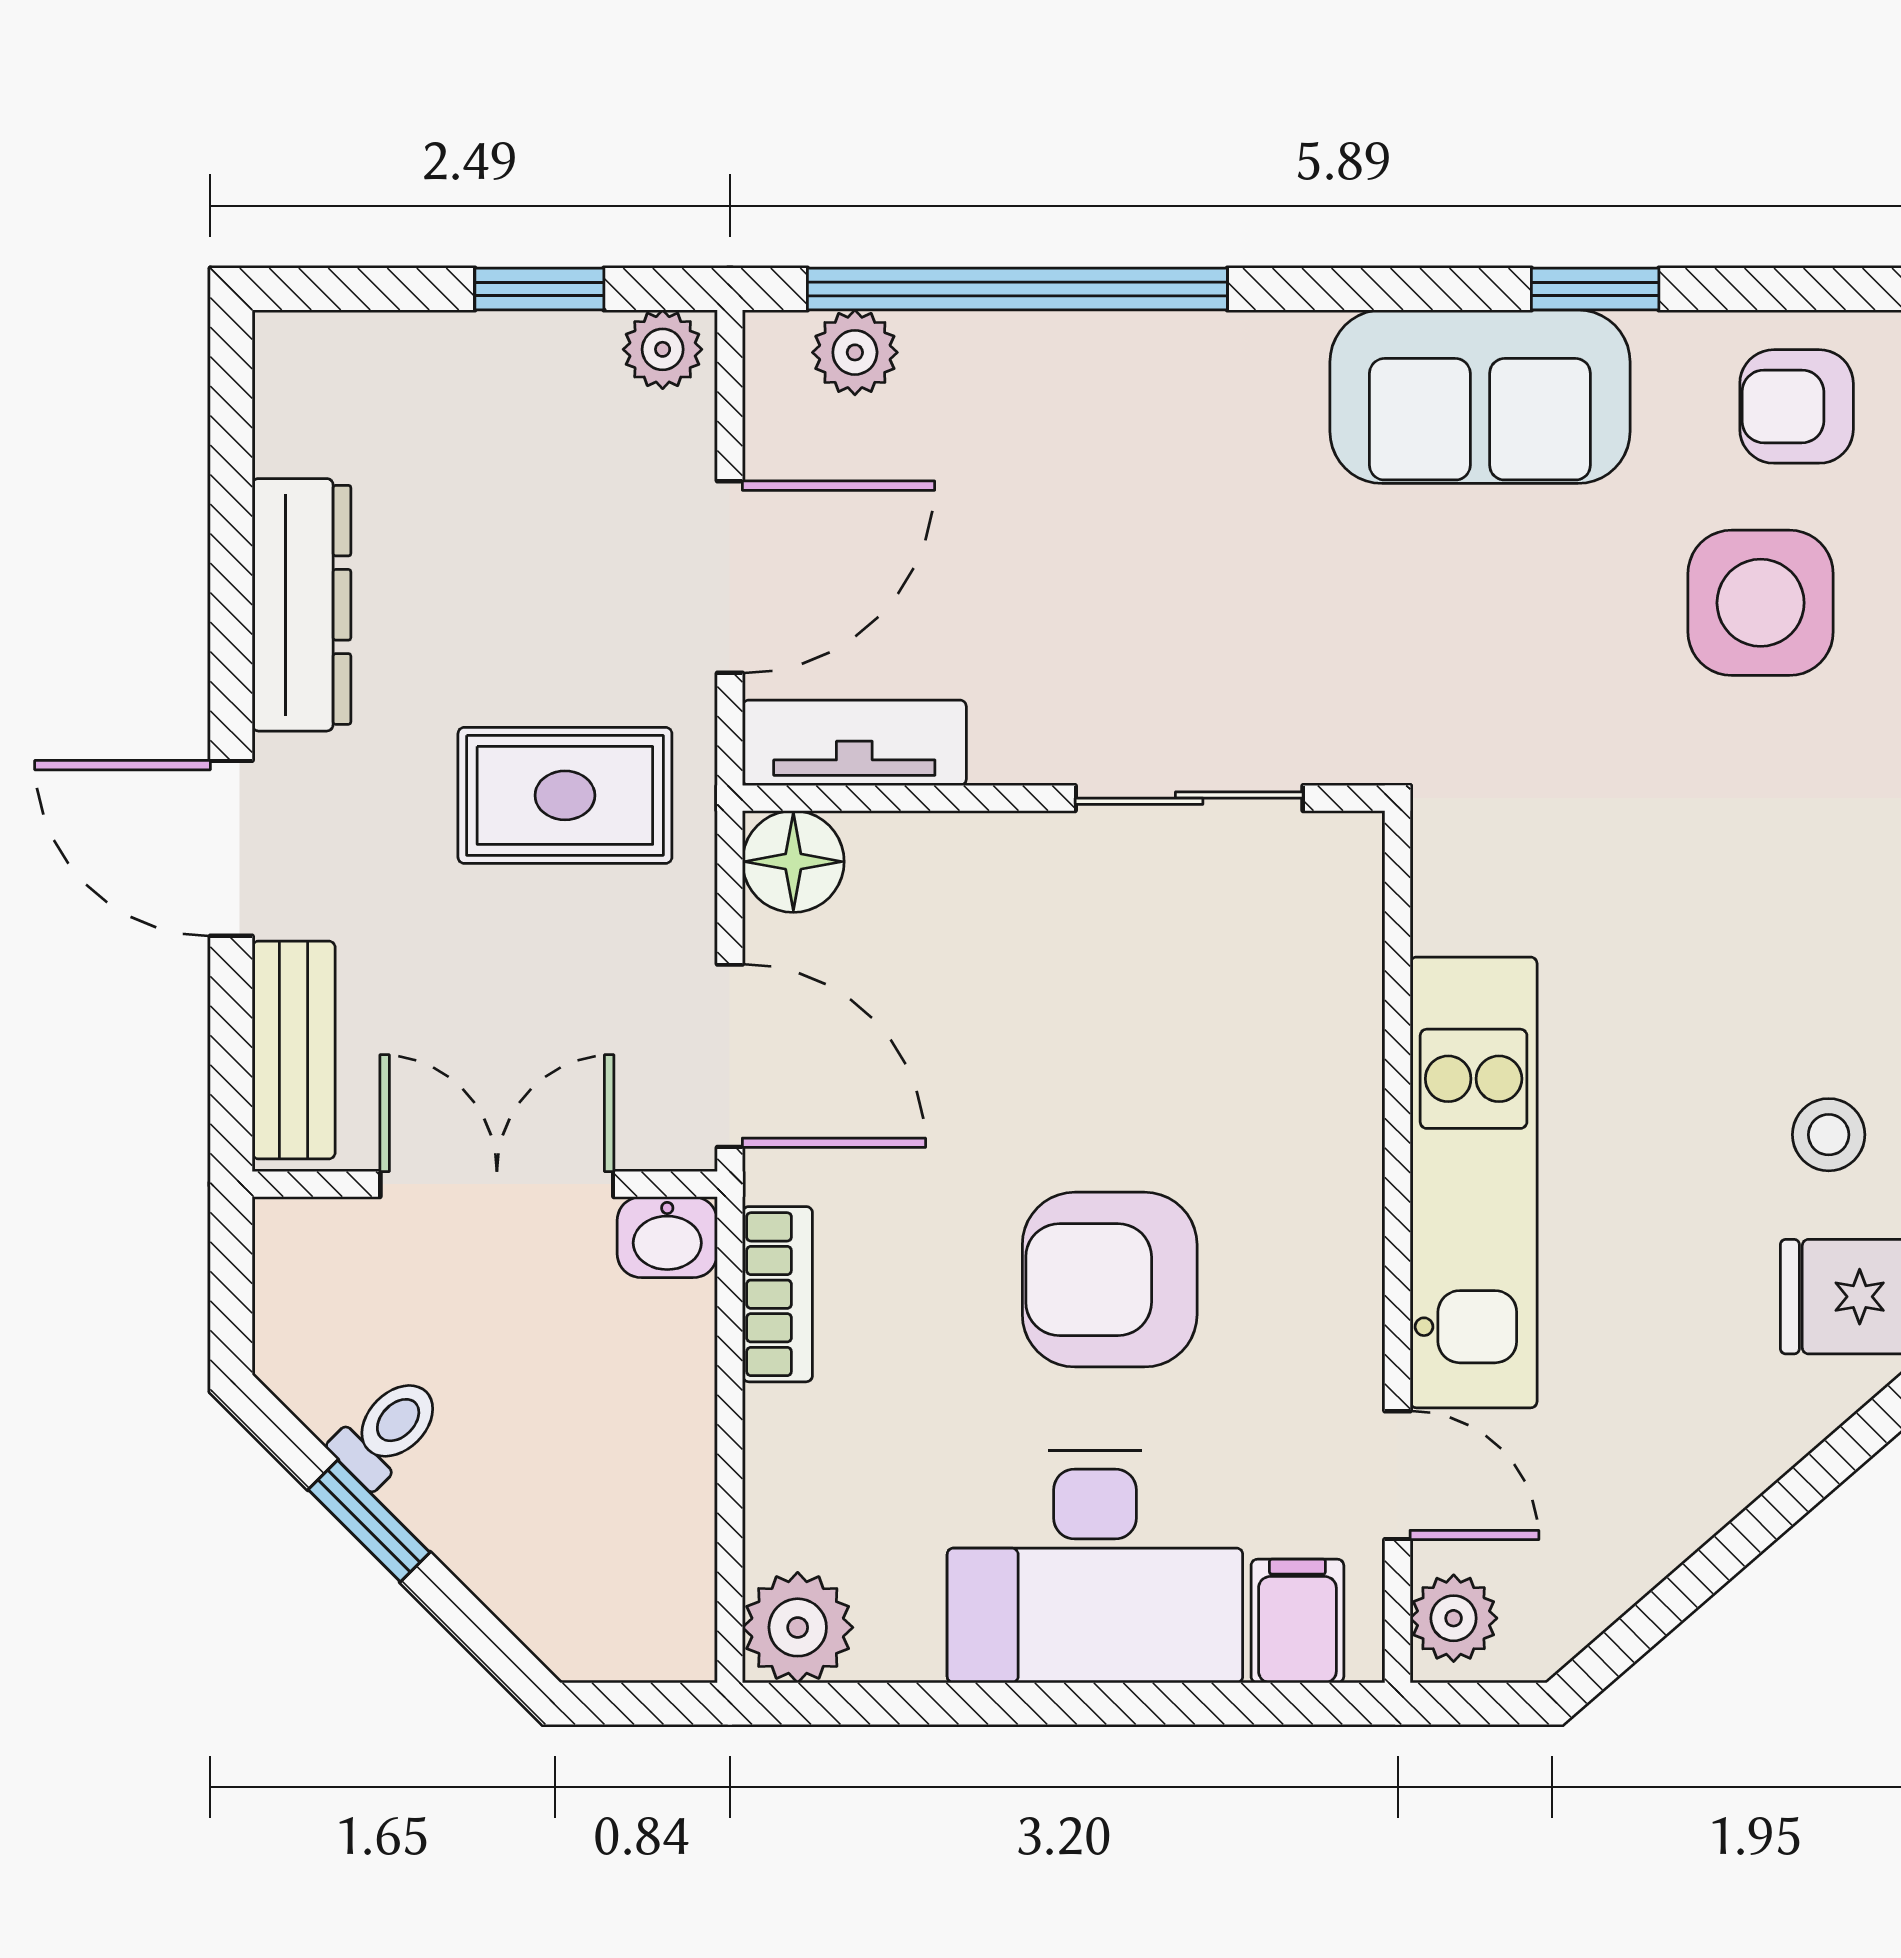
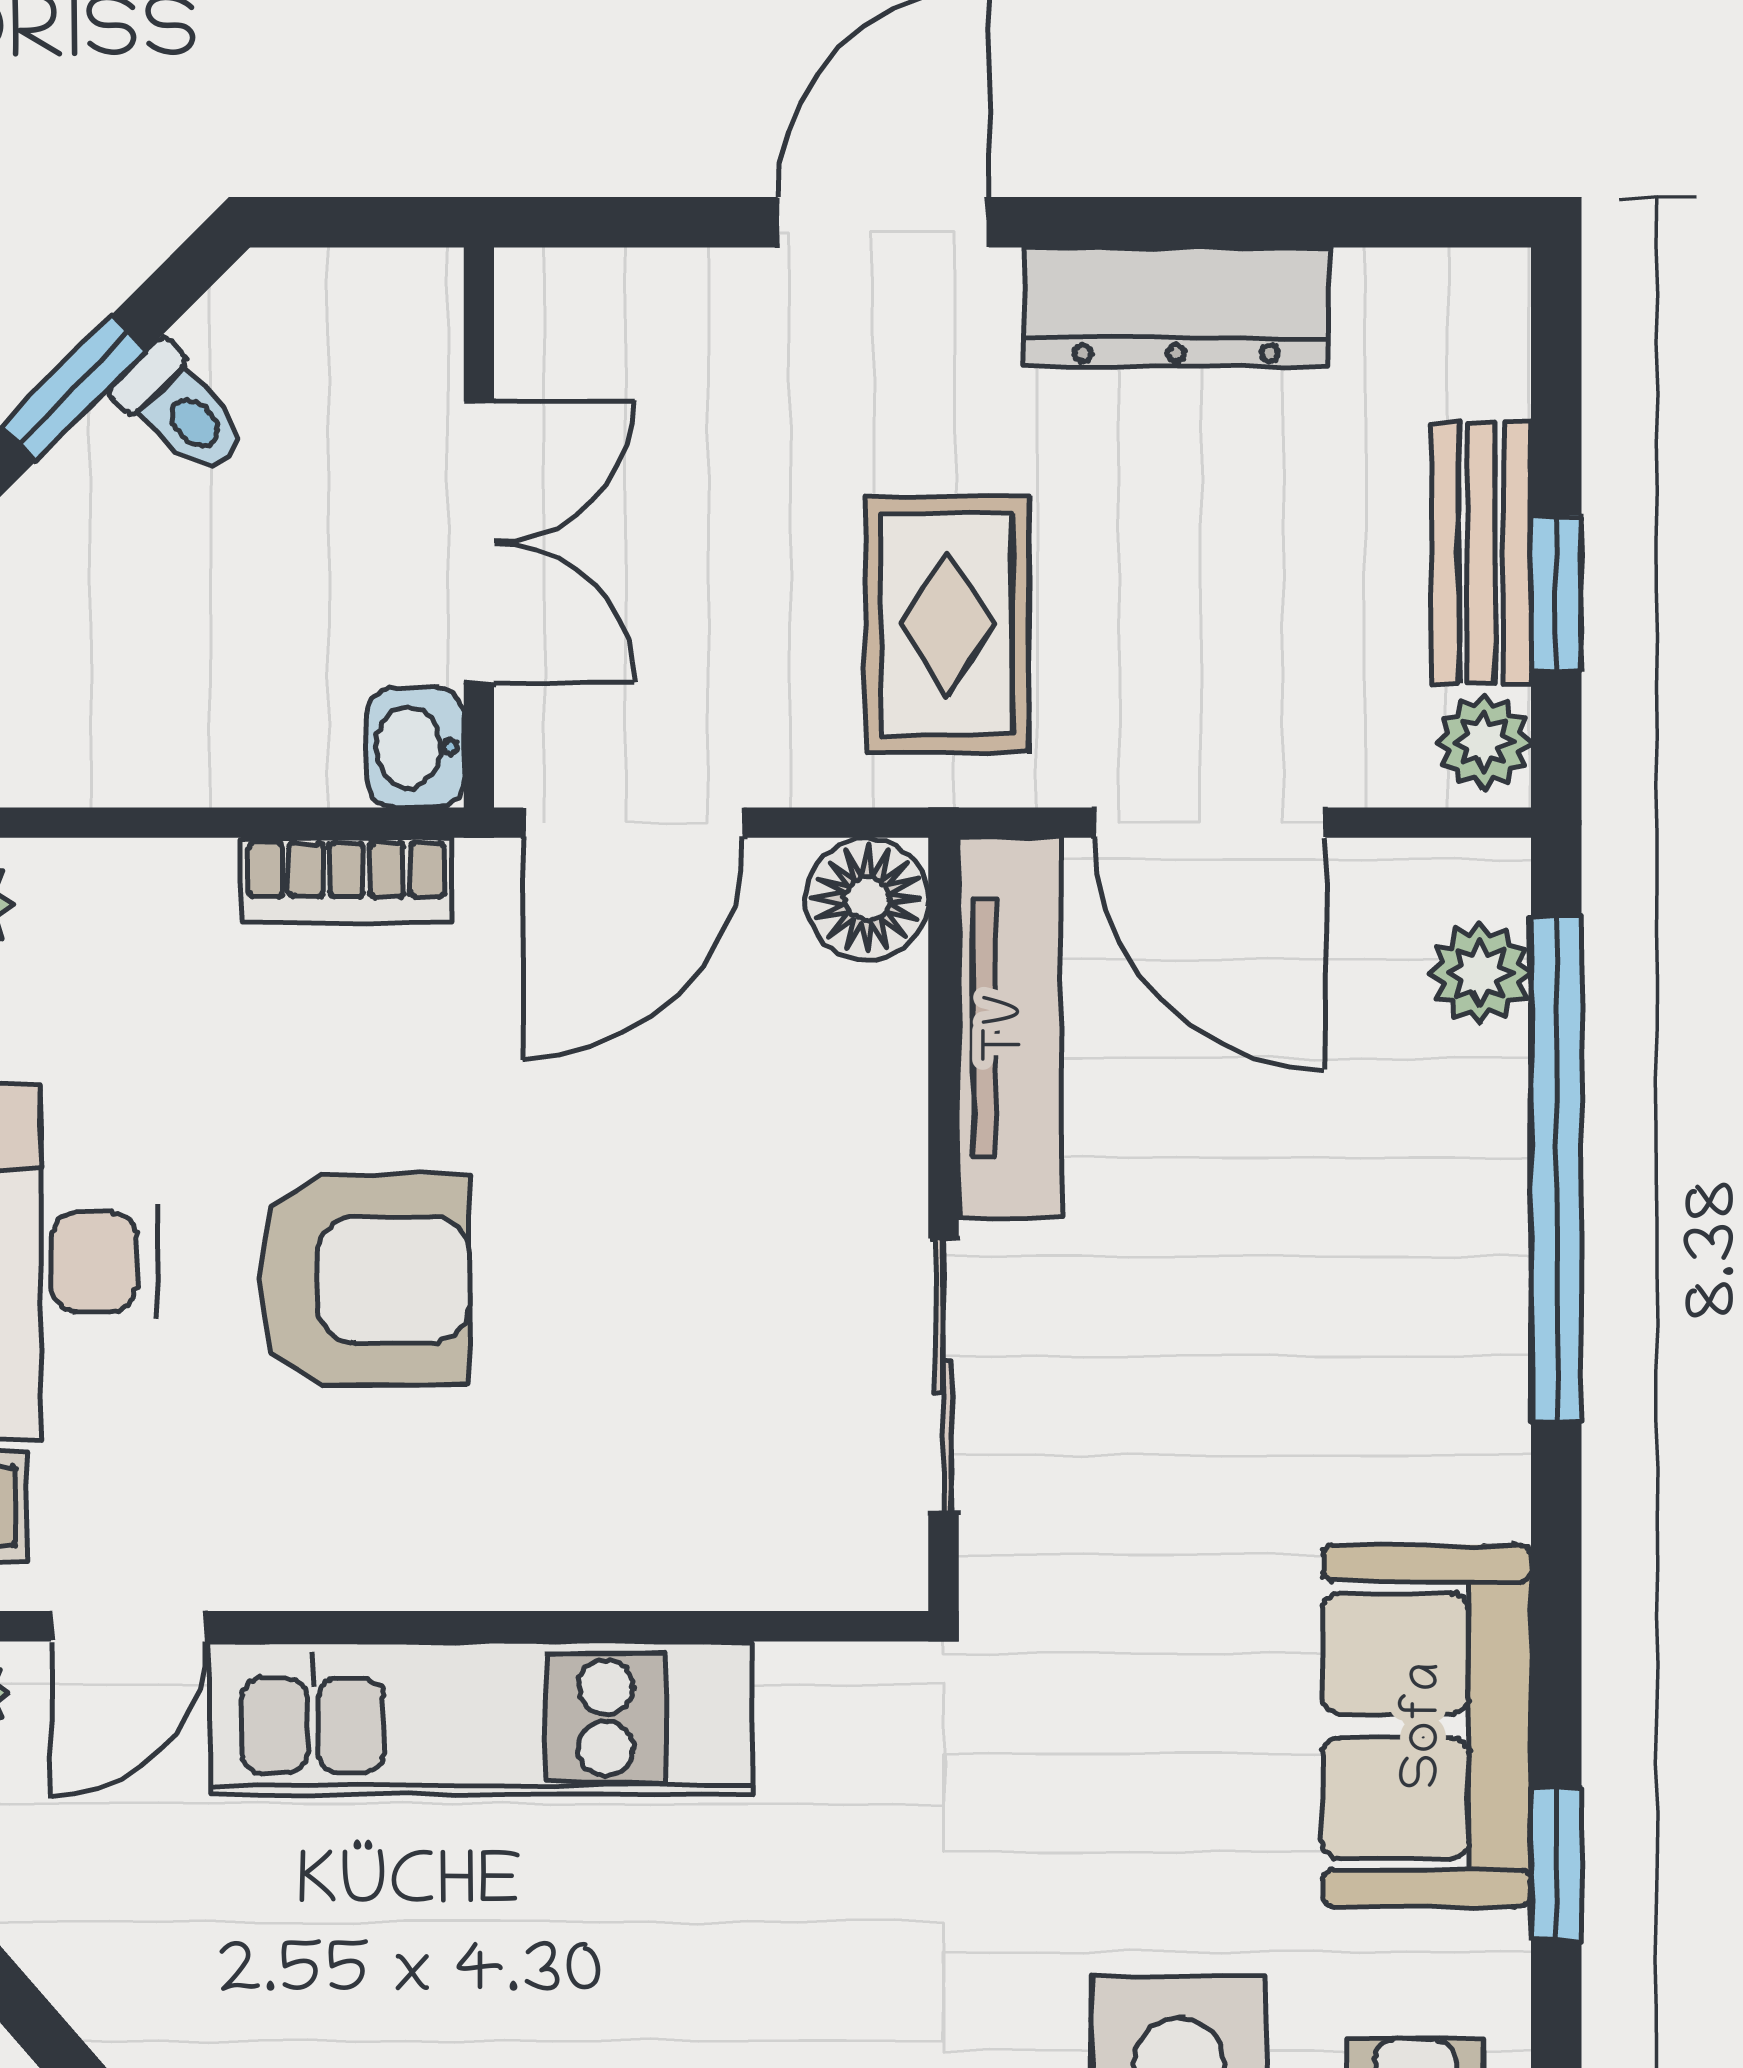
tv unit: (854, 743) -> (1010, 1028), width x1.41
bench: (294, 1050) -> (1481, 553), moved, turned 90
armchair: (1110, 1280) -> (364, 1280), turned 90

